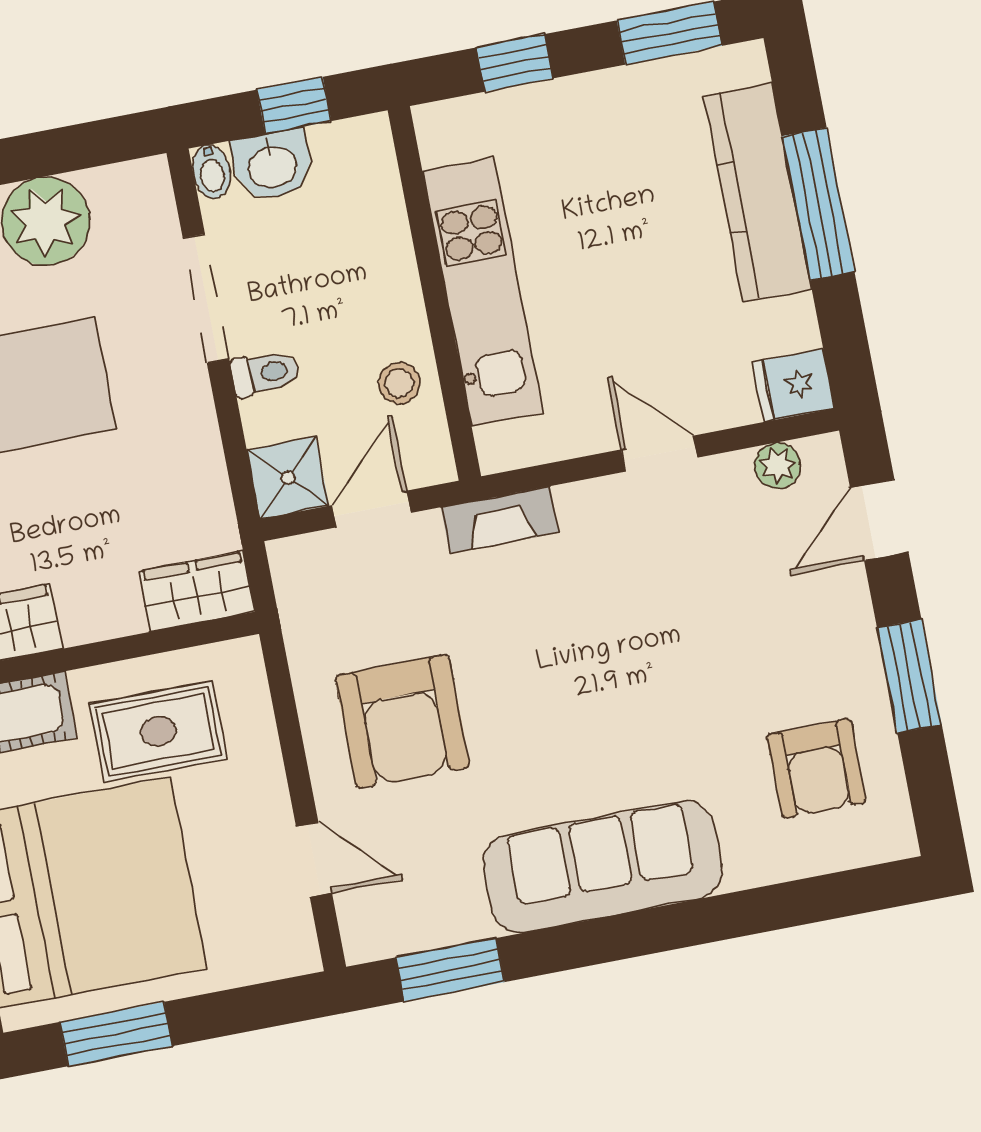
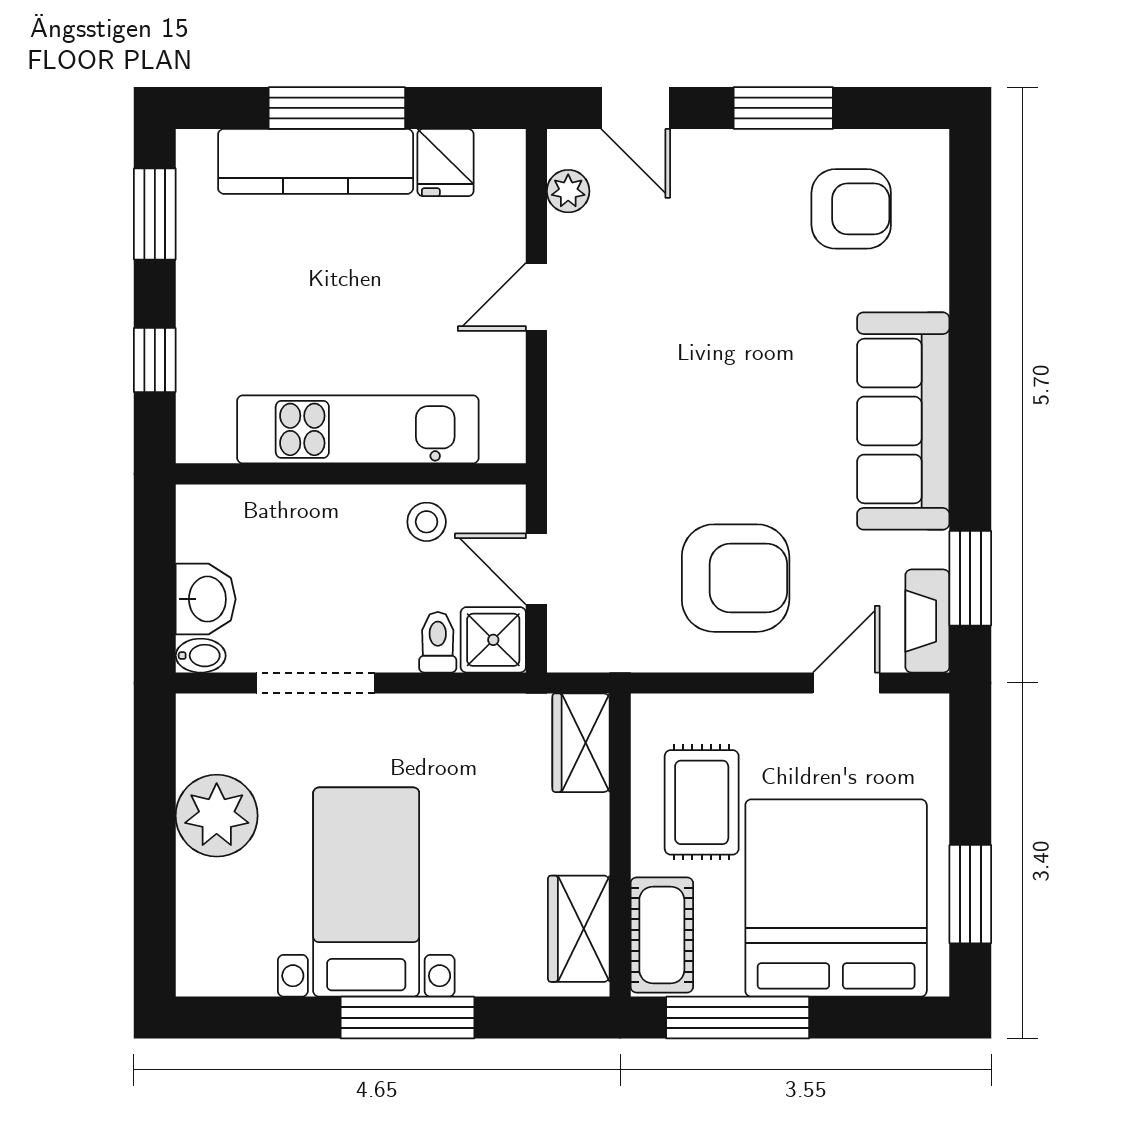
window: (294, 105) -> (155, 569), removed
toilet: (265, 373) -> (438, 642), moved
fridge: (793, 385) -> (446, 163), moved
fireplace: (500, 520) -> (927, 621), moved, turned 180

